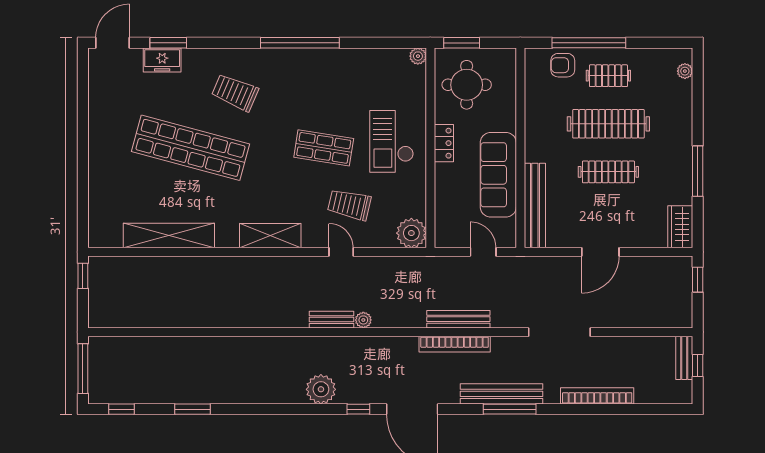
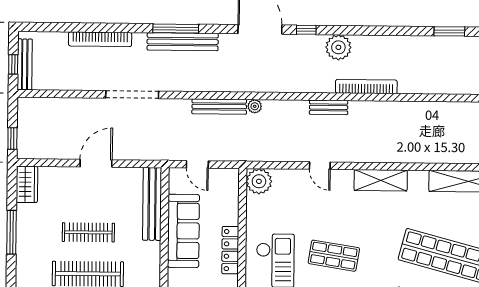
locker: (444, 143) -> (230, 250), width x1.53
trolley: (349, 205) -> (312, 206), removed
plant: (363, 320) -> (255, 106), moved
bookcase: (455, 344) -> (366, 87), moved
bench: (684, 358) -> (25, 64), width x1.36

